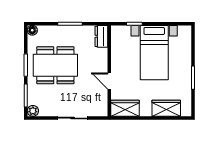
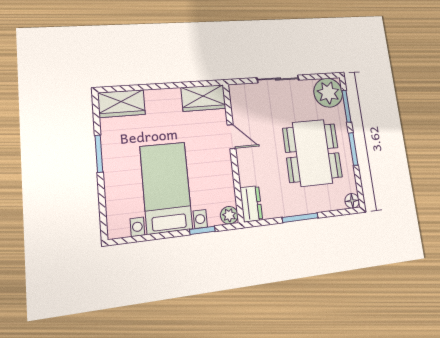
plant: (116, 31) -> (229, 215), added
dining table: (55, 65) -> (312, 153), turned 90
wardrobe: (166, 108) -> (121, 104), moved
plant: (33, 111) -> (328, 93), width x1.88, depth x1.88

